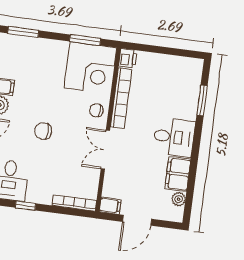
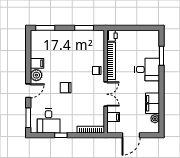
corner desk: (90, 68) -> (90, 45), removed
desk: (174, 137) -> (147, 69), moved
double door: (105, 150) -> (106, 94), swing flipped
filing cabinet: (110, 206) -> (113, 117), moved

